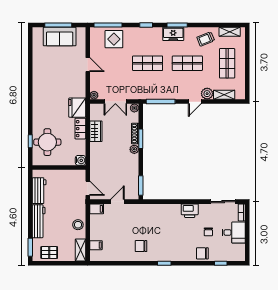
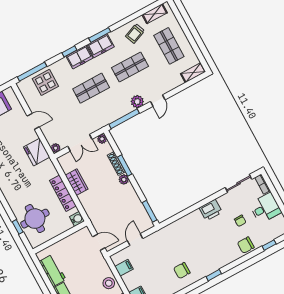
freezer: (152, 34) -> (79, 57), added
plant: (207, 94) -> (137, 102), moved
shelving: (224, 95) -> (193, 73), moved
fridge: (77, 108) -> (37, 152), moved
locker: (80, 129) -> (63, 193), width x1.53
filing cabinet: (97, 209) -> (124, 268), moved

